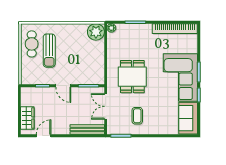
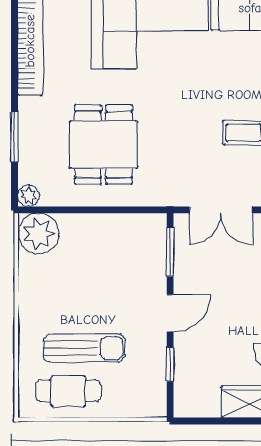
dining table: (132, 77) -> (103, 145), moved, turned 90

